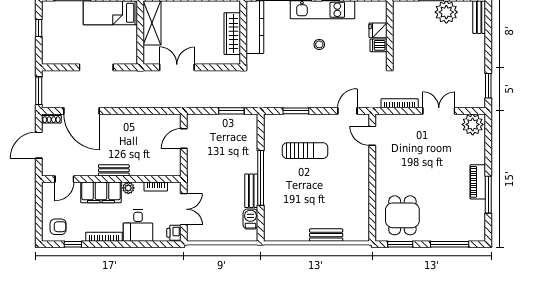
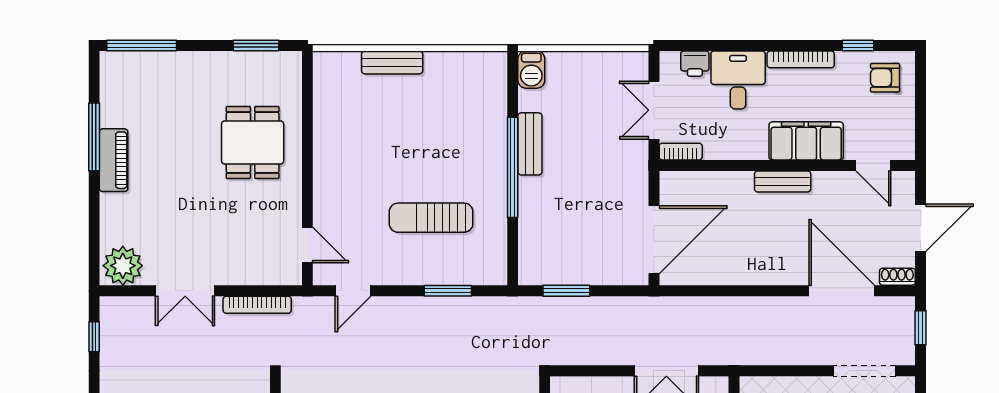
doorway: (96, 67) -> (865, 371), moved
window: (488, 86) -> (94, 337), width x0.67
window: (39, 91) -> (921, 328), width x0.67
door: (184, 139) -> (654, 240), width x1.88
door: (64, 179) -> (873, 165), swing flipped
bookcase: (156, 187) -> (681, 152), moved
plant: (128, 188) -> (756, 149), removed
dining table: (402, 215) -> (253, 142), moved
barbecue: (250, 219) -> (531, 70), moved
printer: (174, 233) -> (695, 64), moved, turned 90
window: (450, 244) -> (142, 45), moved

